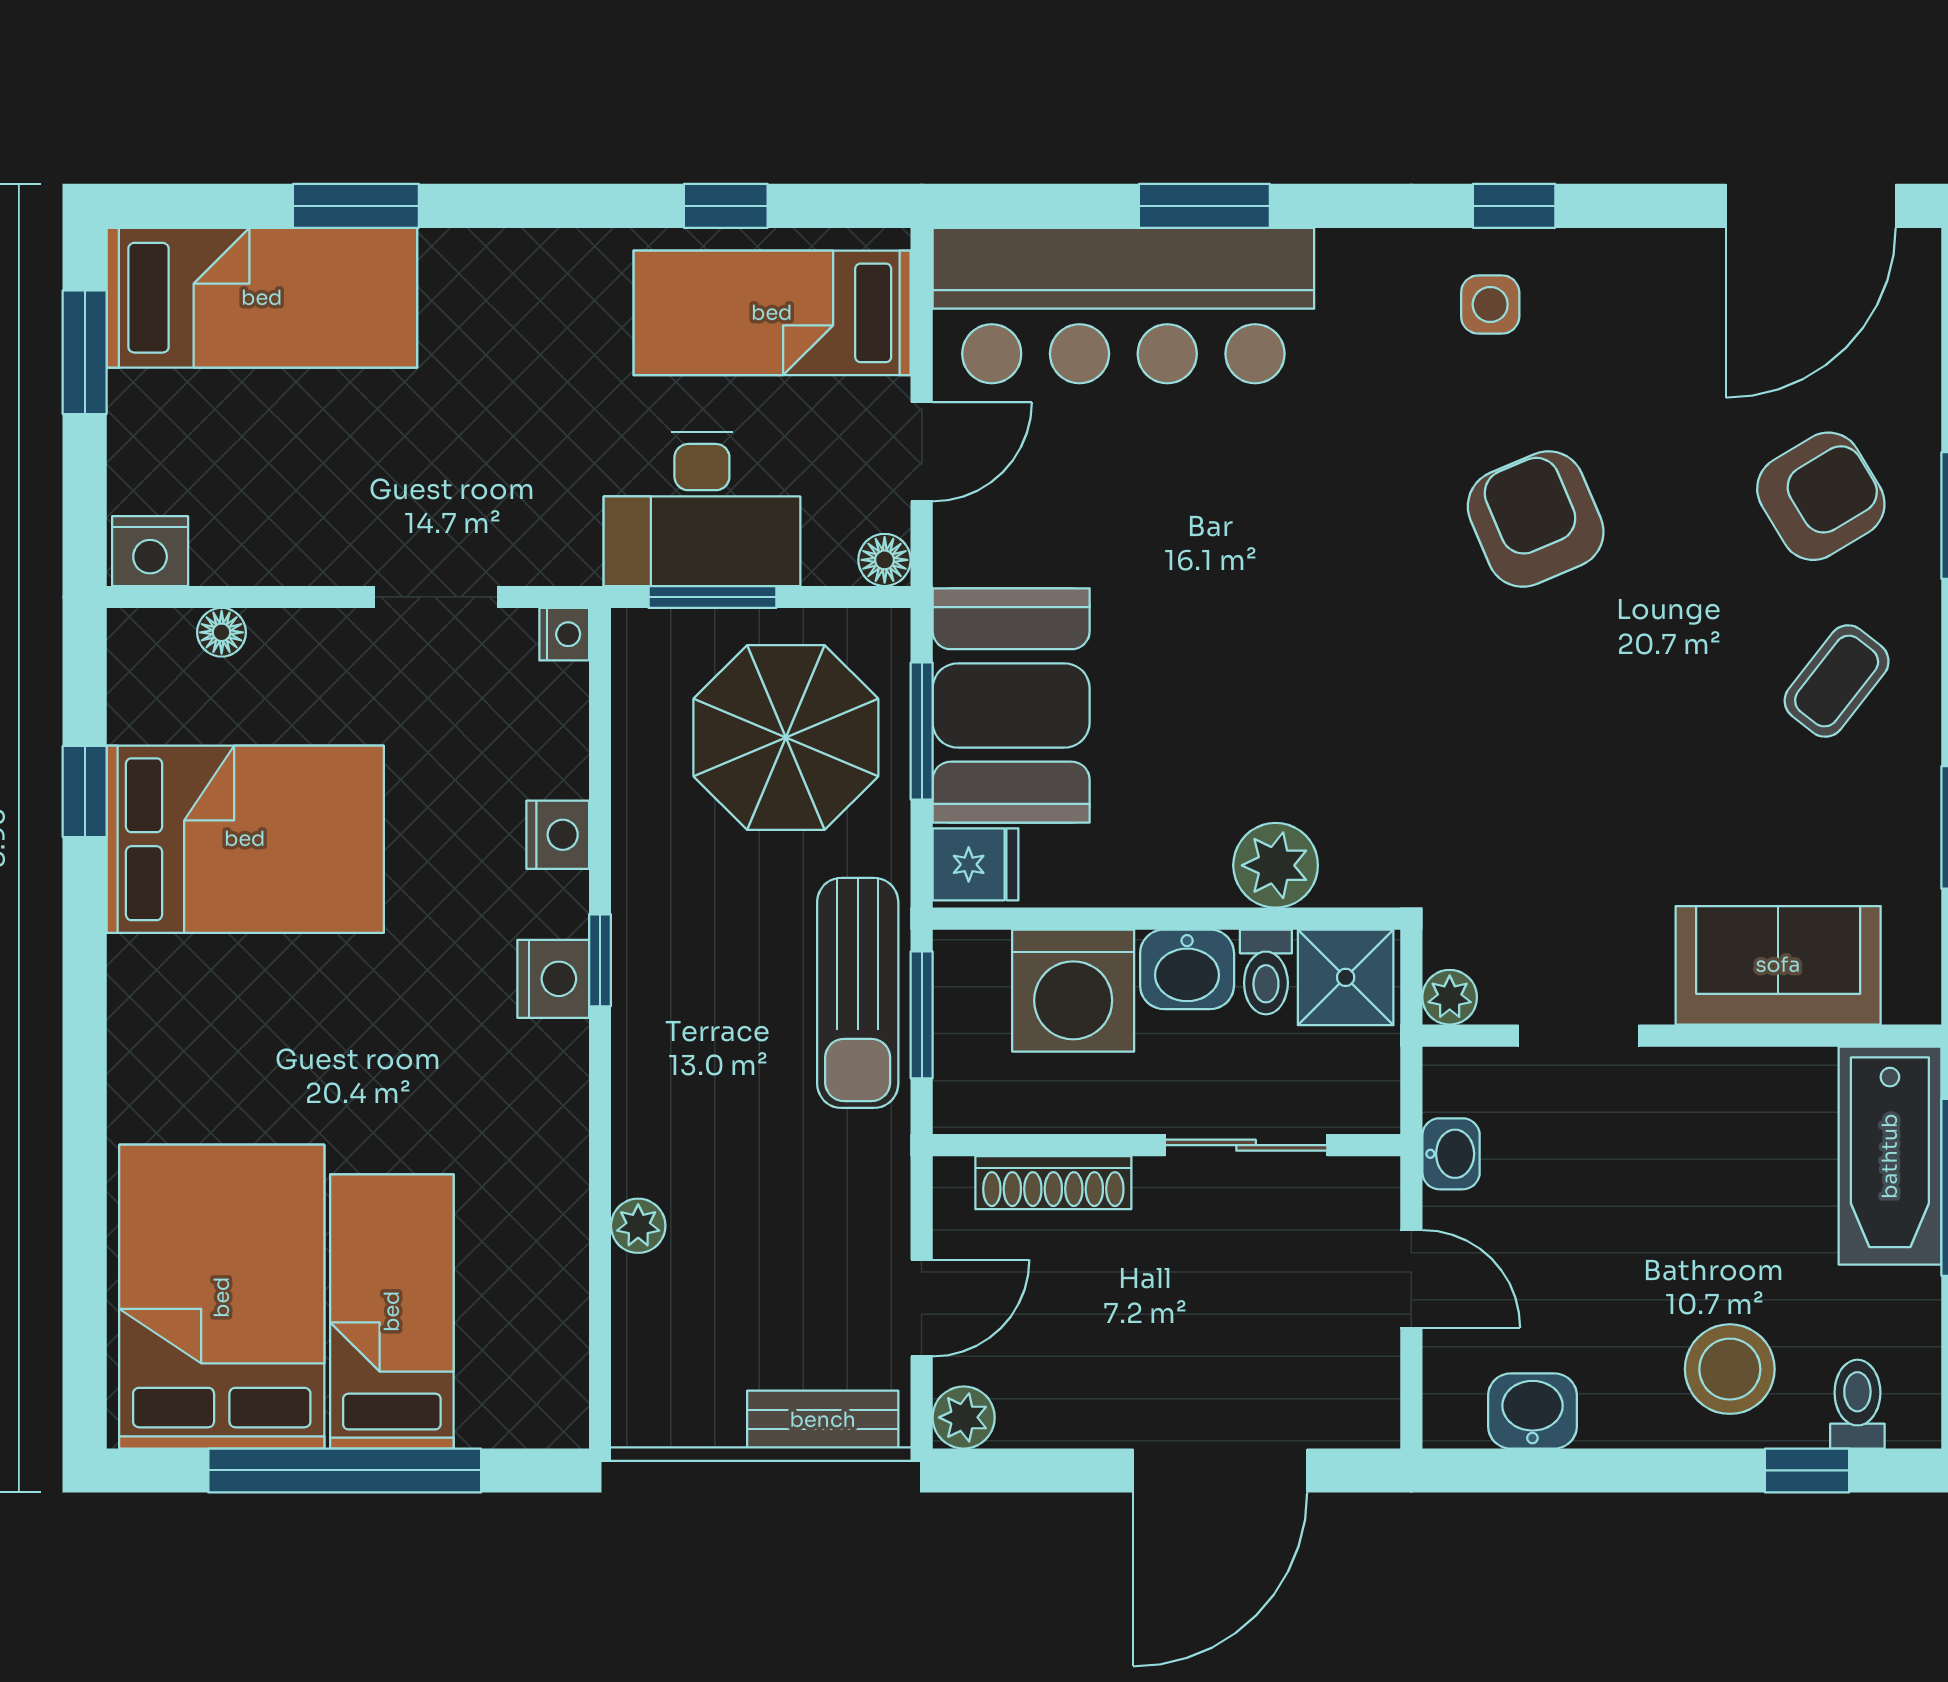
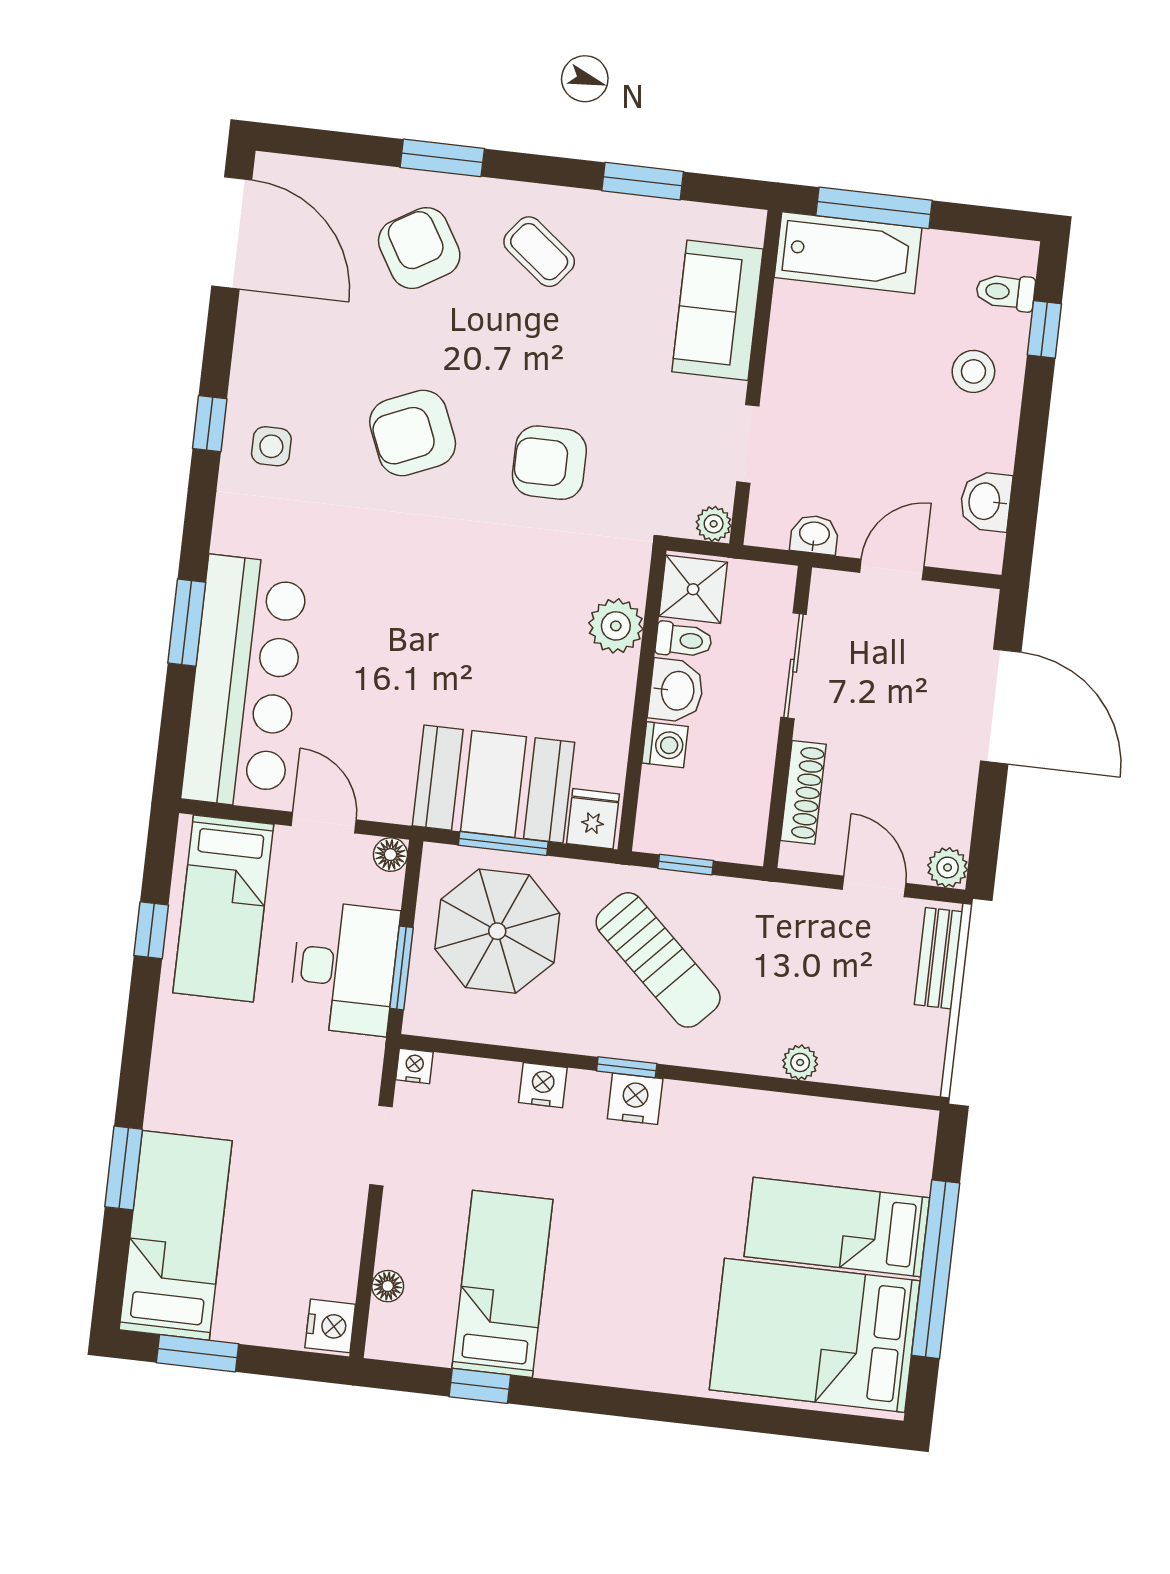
armchair: (1514, 734) -> (549, 463), added
bed: (245, 839) -> (502, 1284), width x0.67
washing machine: (1073, 991) -> (665, 745), width x0.53, depth x0.53
sun lounger: (858, 993) -> (658, 960), moved, turned 43
window: (922, 1015) -> (686, 865), width x0.67
stool: (1730, 1369) -> (973, 371), width x0.73, depth x0.73

